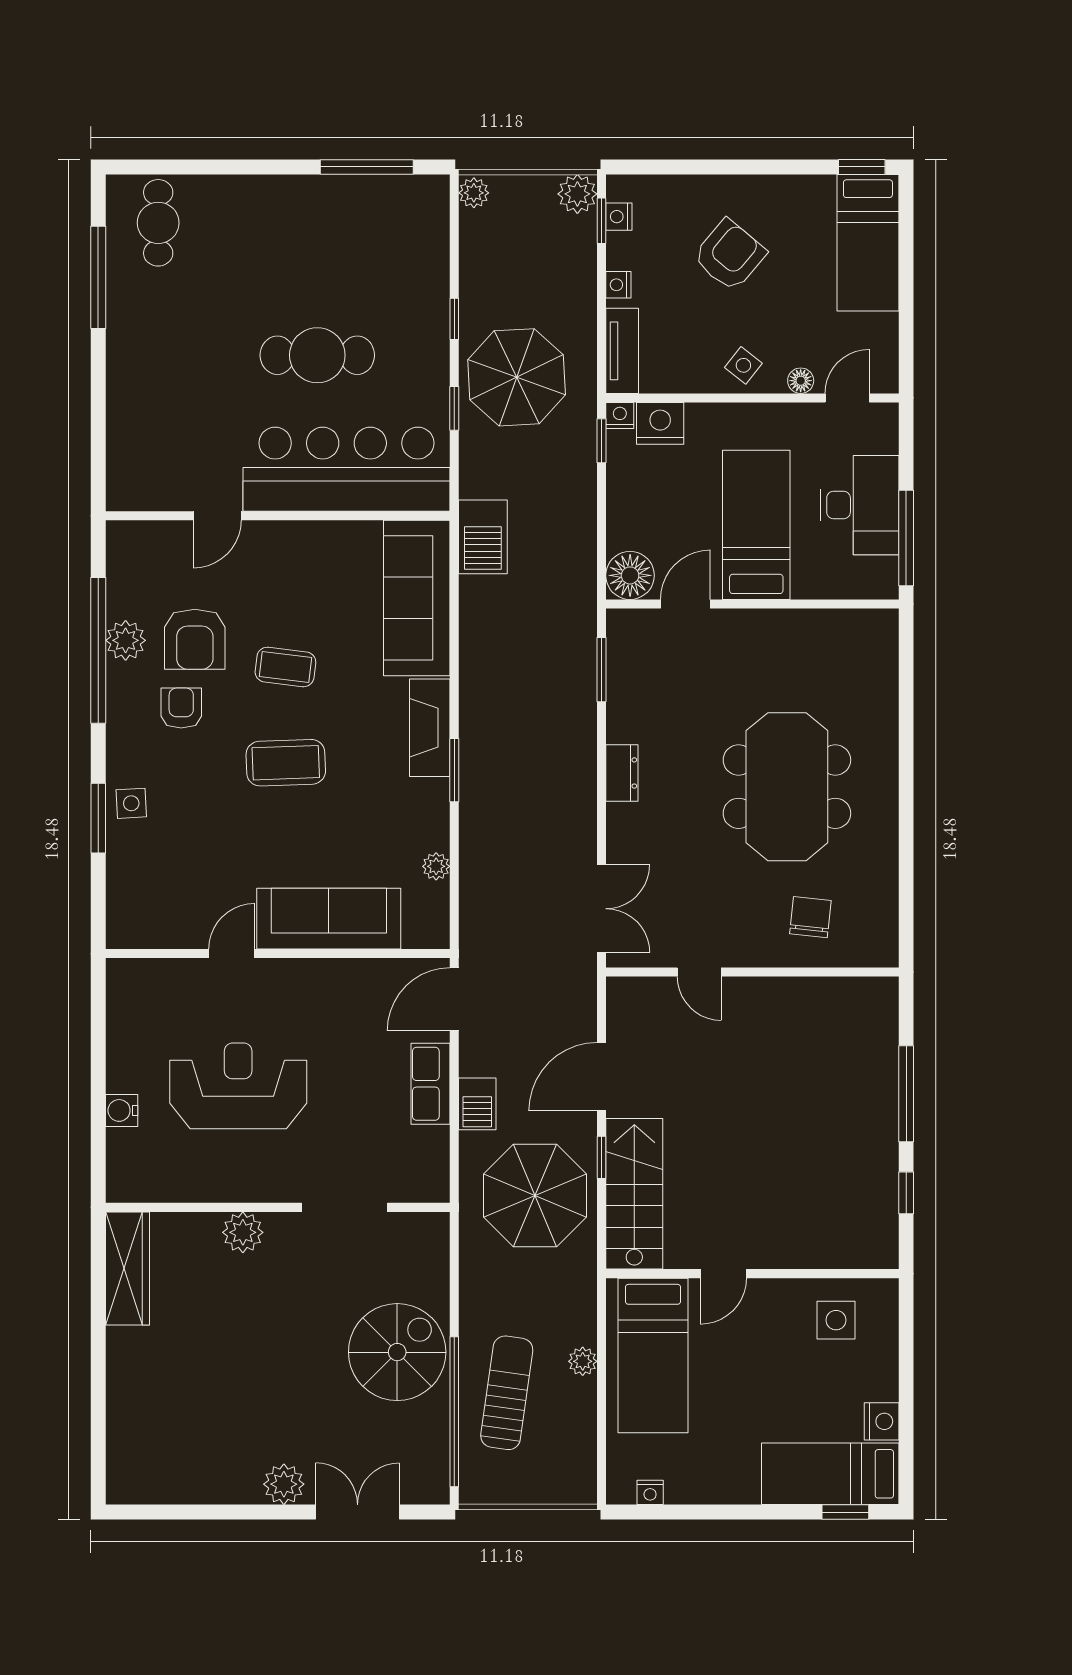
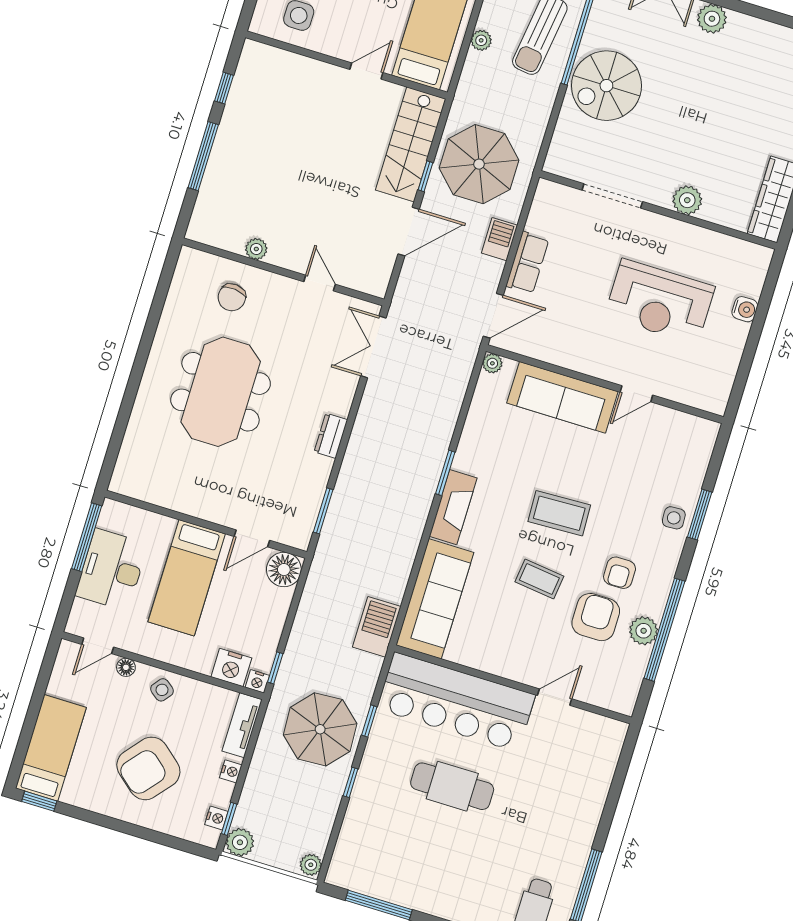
armchair: (730, 255) -> (148, 768), width x1.36, depth x1.36
plant: (436, 866) -> (492, 363), moved
plant: (797, 992) -> (256, 249), added

